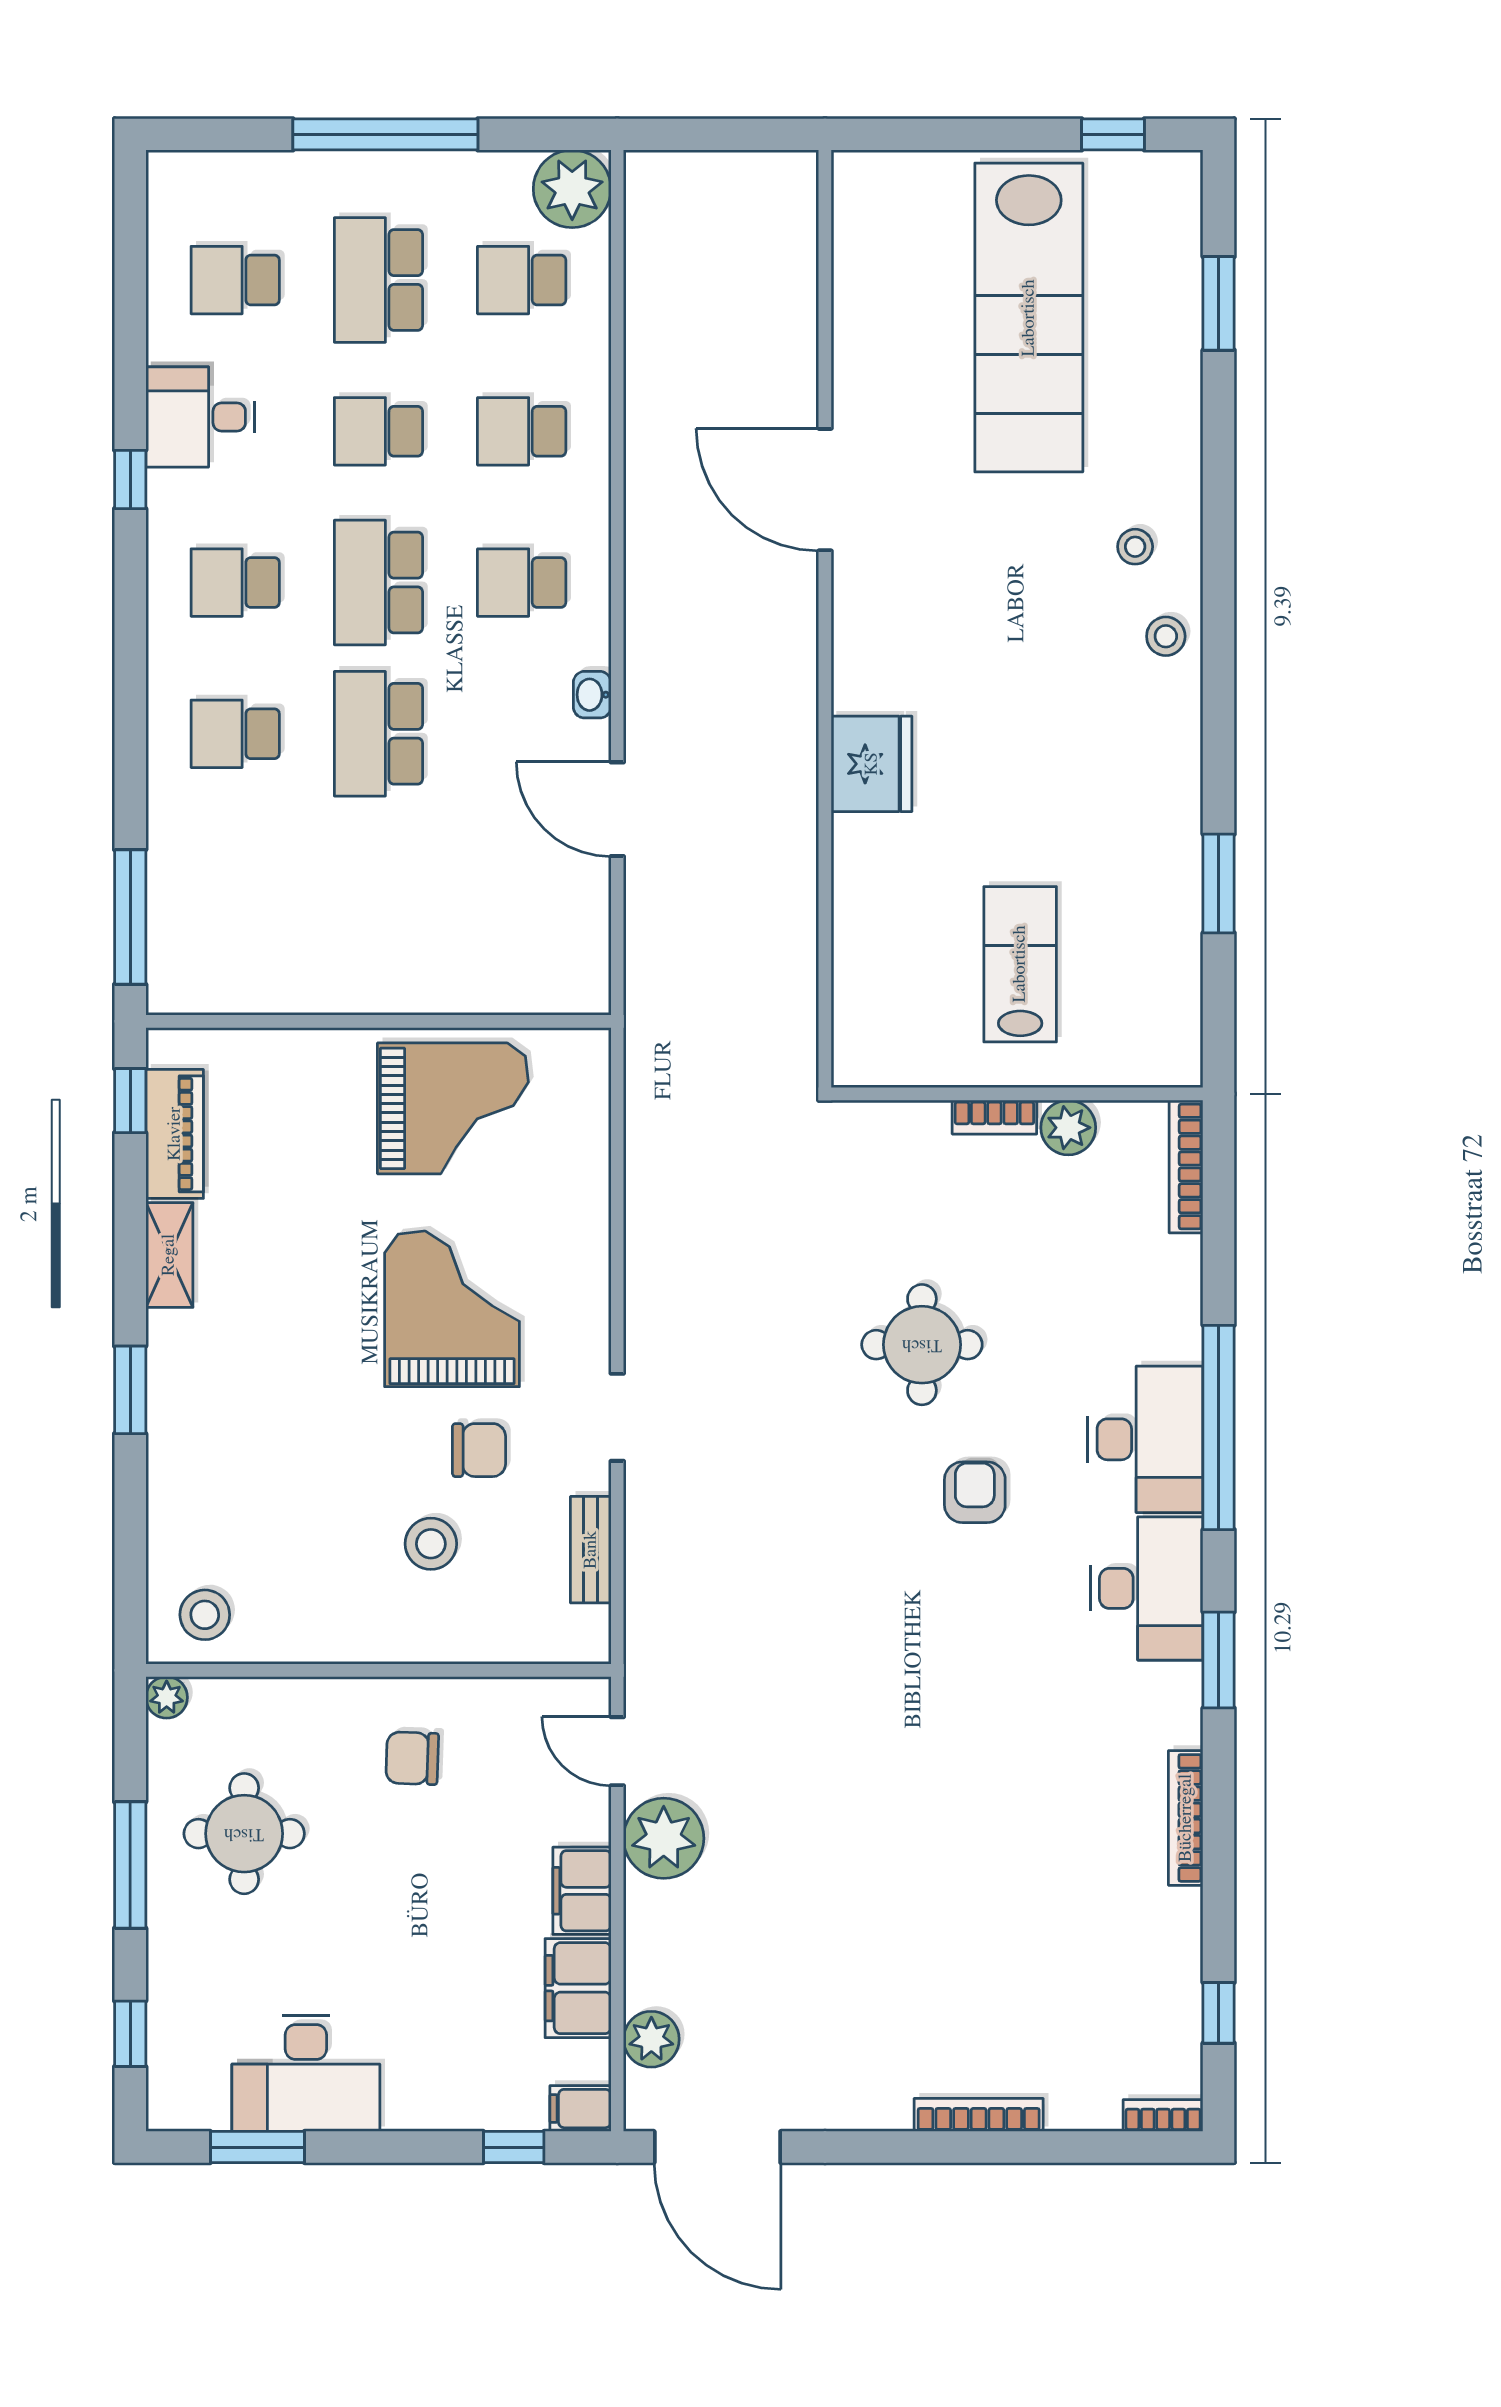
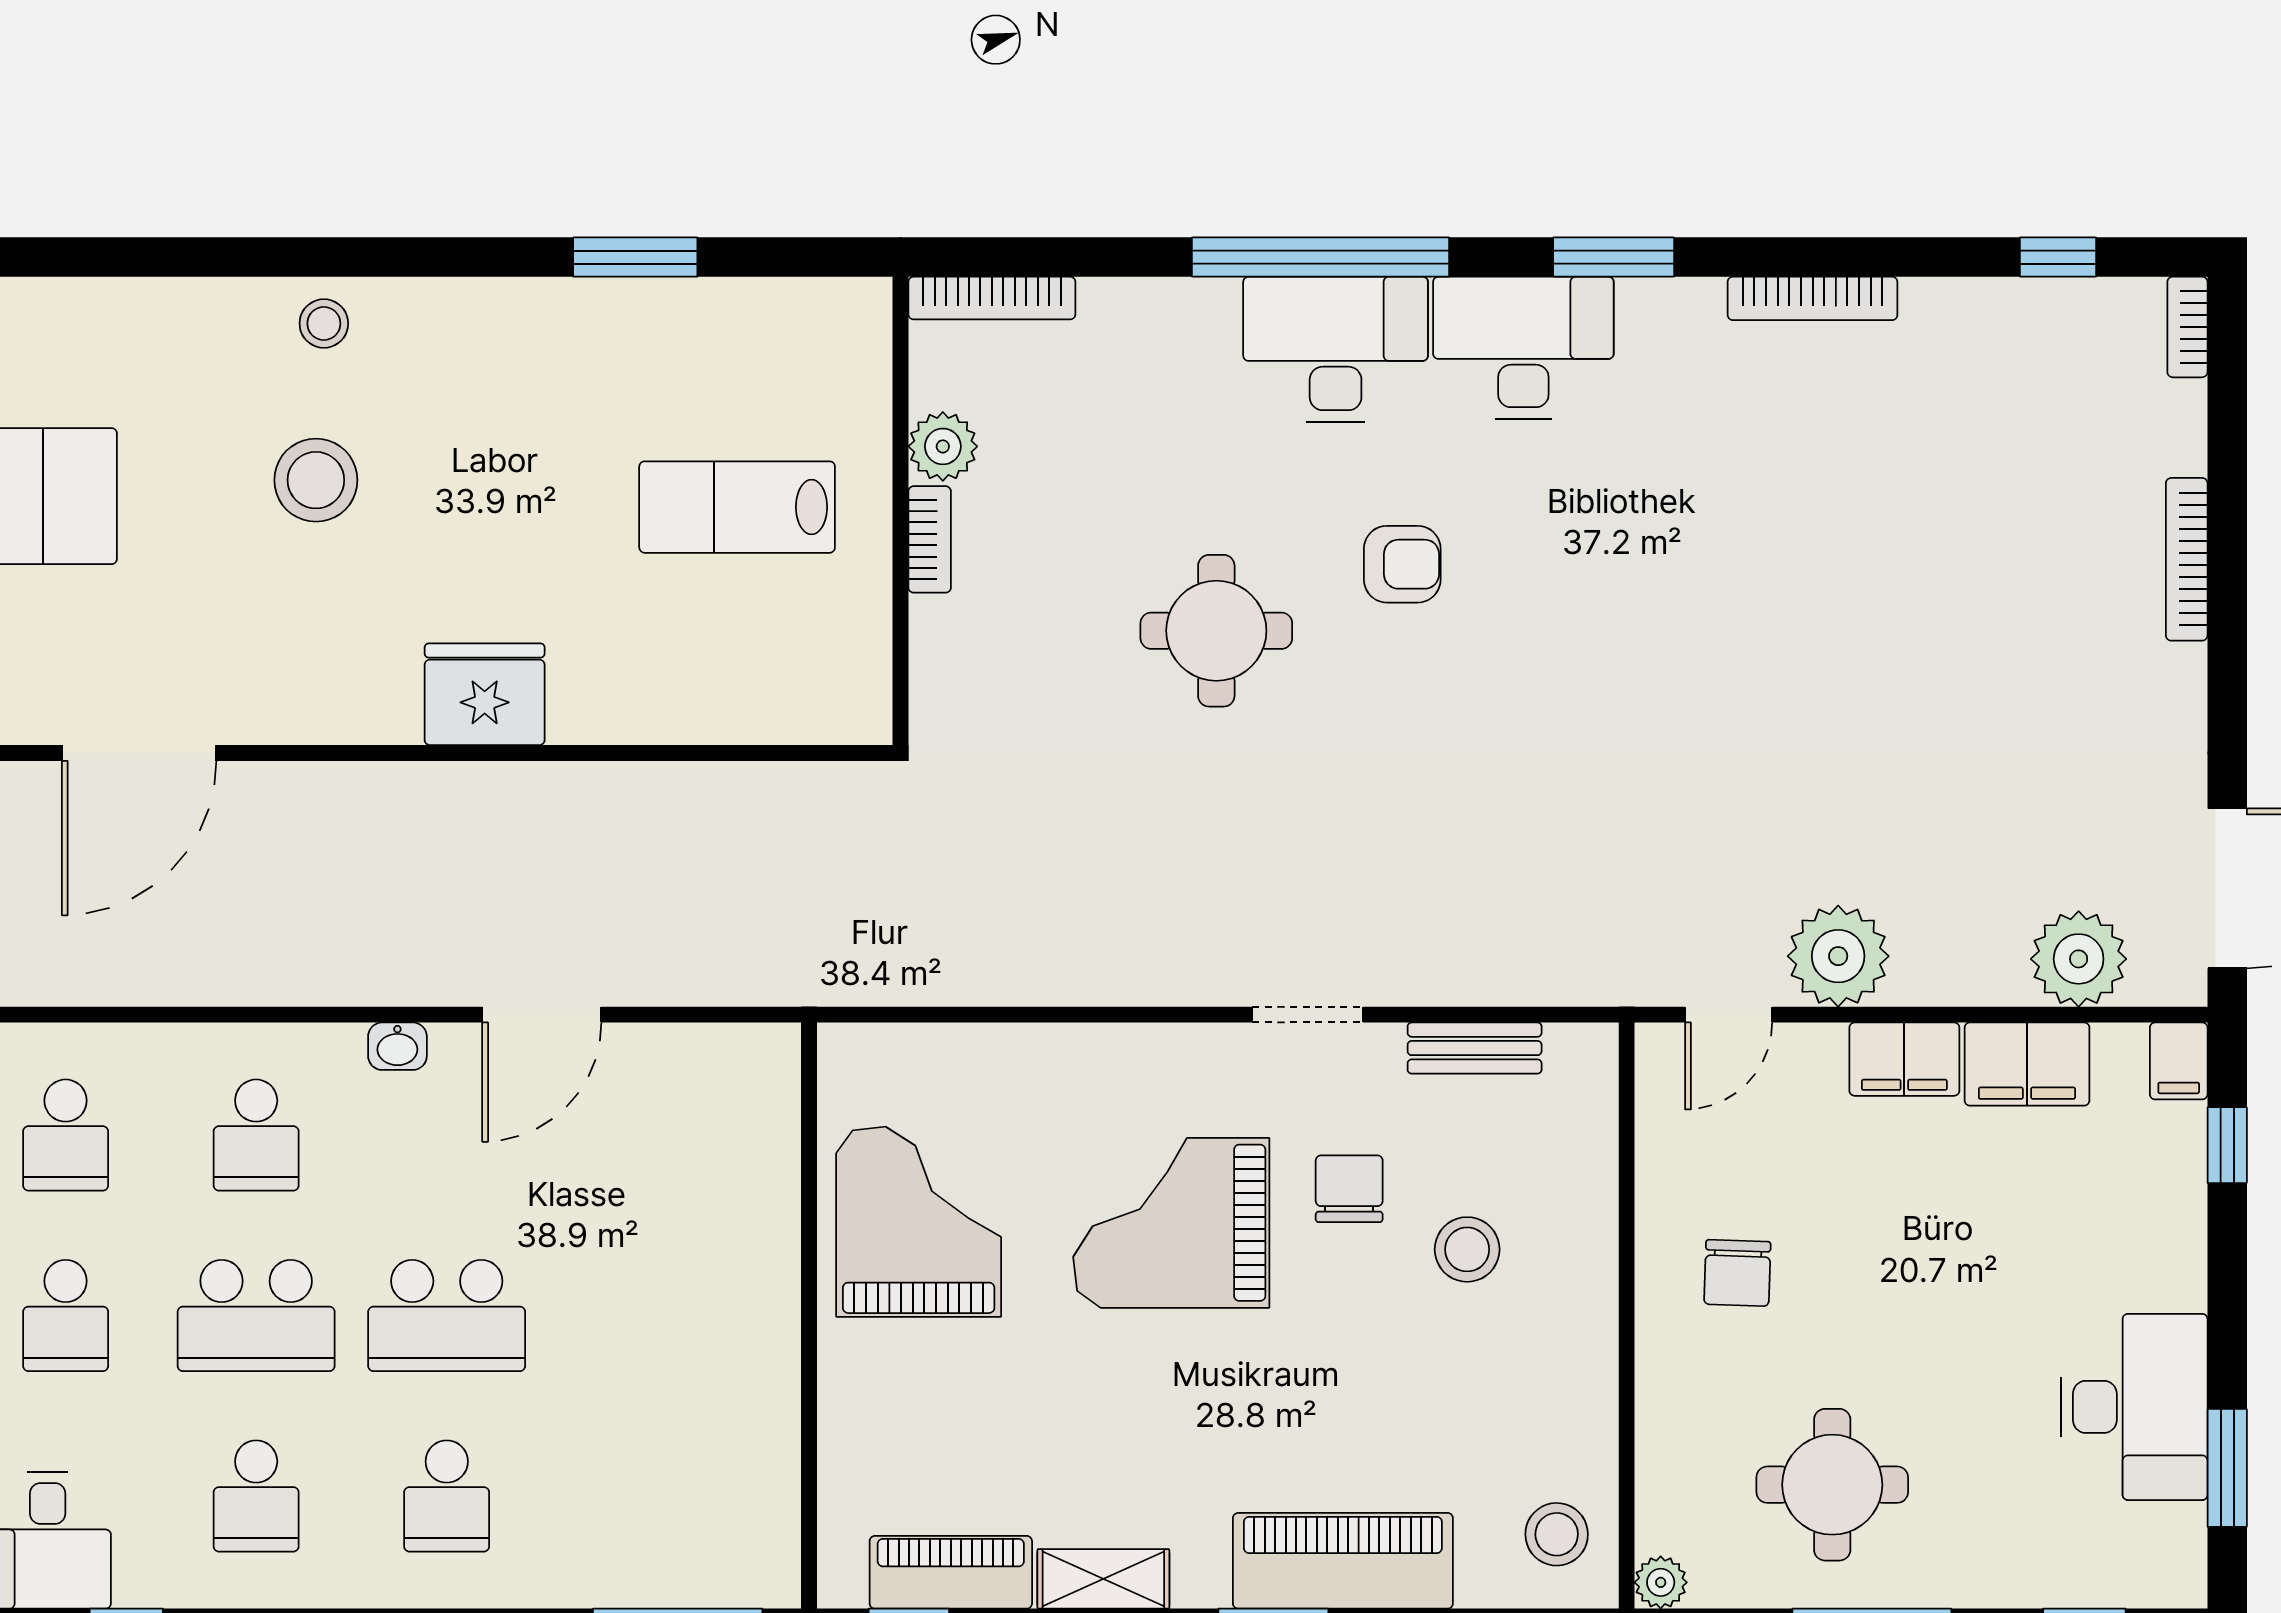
stool: (1135, 547) -> (316, 480), moved, width x1.89, depth x1.89
piano: (184, 1445) -> (1343, 1561), added
armchair: (975, 1492) -> (1402, 564), turned 180
plant: (651, 2039) -> (2079, 959), width x1.36, depth x1.36

